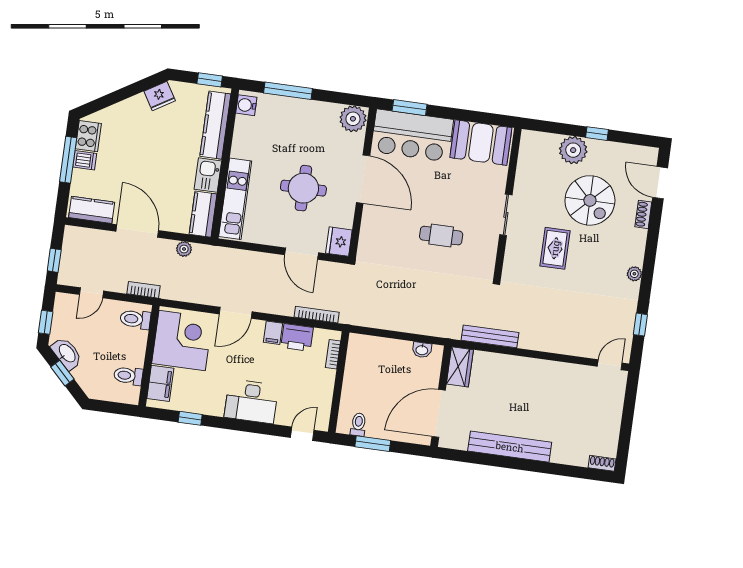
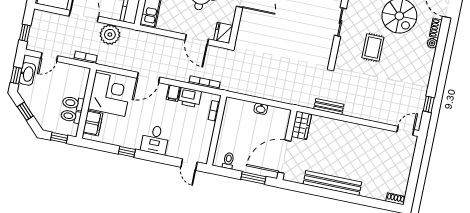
cafe table: (441, 236) -> (294, 33), removed
plant: (184, 249) -> (110, 35), width x1.88, depth x1.88
plant: (634, 274) -> (432, 43), moved
toilet: (135, 319) -> (73, 103), moved
bench: (490, 336) -> (329, 107), width x0.73
washbasin: (422, 350) -> (261, 109), moved
washbasin: (67, 354) -> (27, 74), moved, turned 45
desk: (251, 401) -> (155, 140), width x0.73
window: (113, 408) -> (59, 138), added
window: (190, 418) -> (127, 152), moved
door: (302, 434) -> (189, 165), swing flipped
window: (373, 444) -> (253, 178), moved

